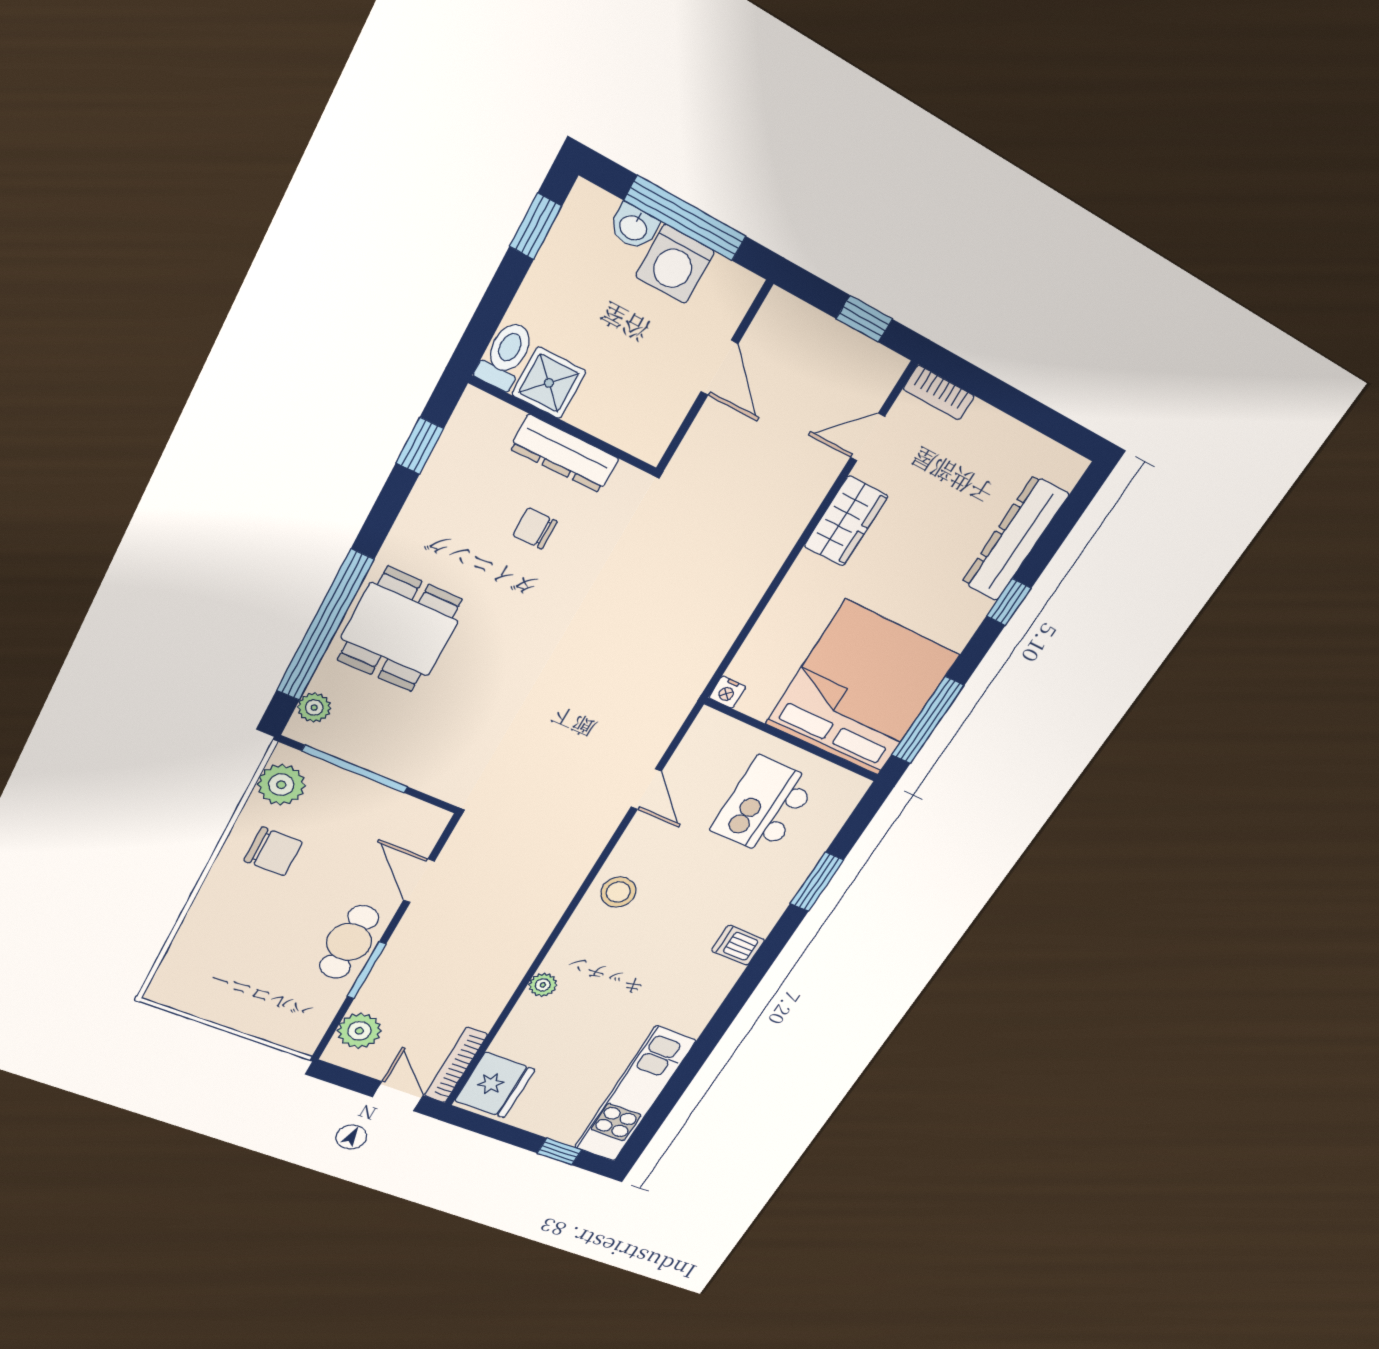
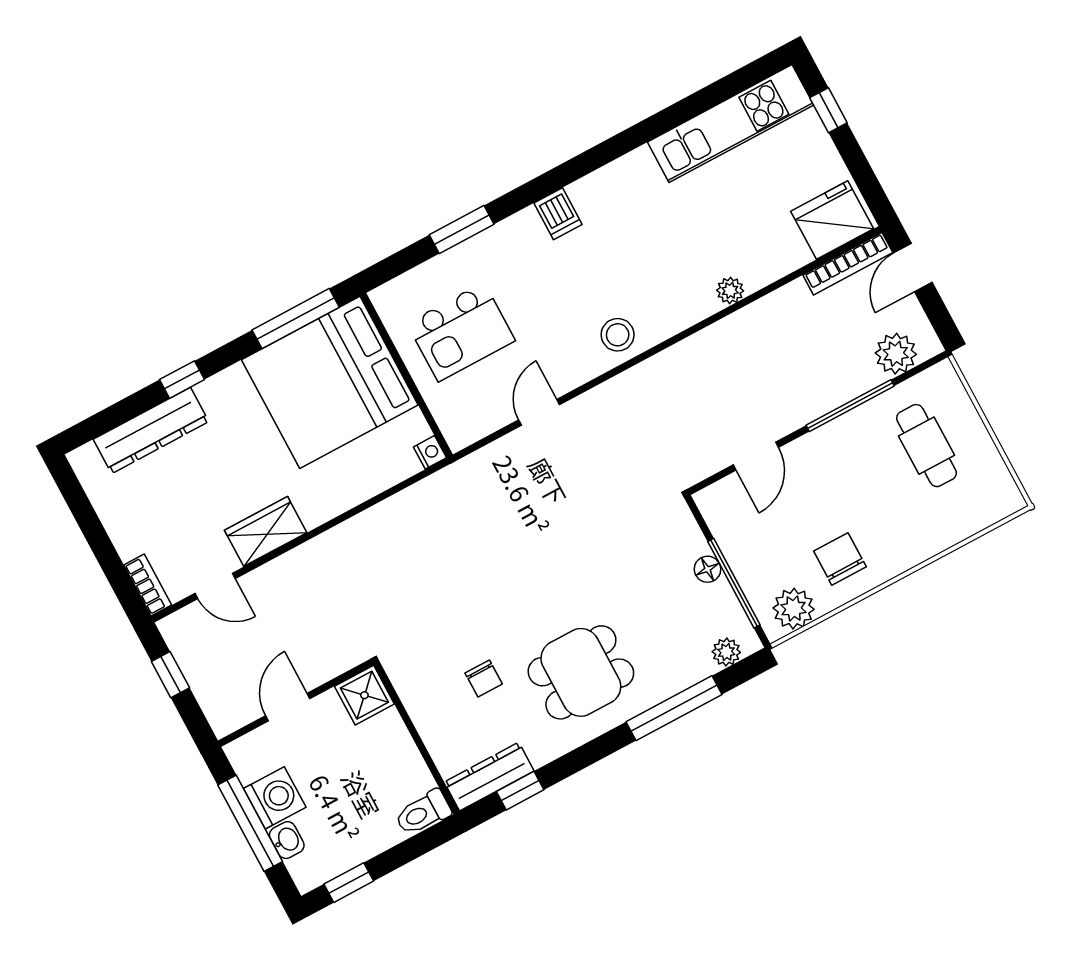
shower: (549, 383) -> (364, 695), moved
dresser: (564, 454) -> (489, 776), moved, turned -90
window: (325, 626) -> (674, 708), width x0.68
dining table: (400, 630) -> (581, 672), moved
floor lamp: (389, 765) -> (707, 569), added
cafe table: (349, 942) -> (927, 446), moved, turned 90
window: (366, 970) -> (850, 406), width x1.44

